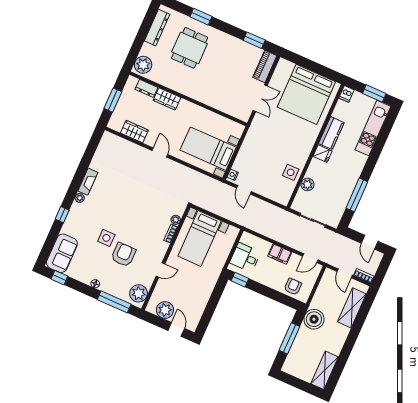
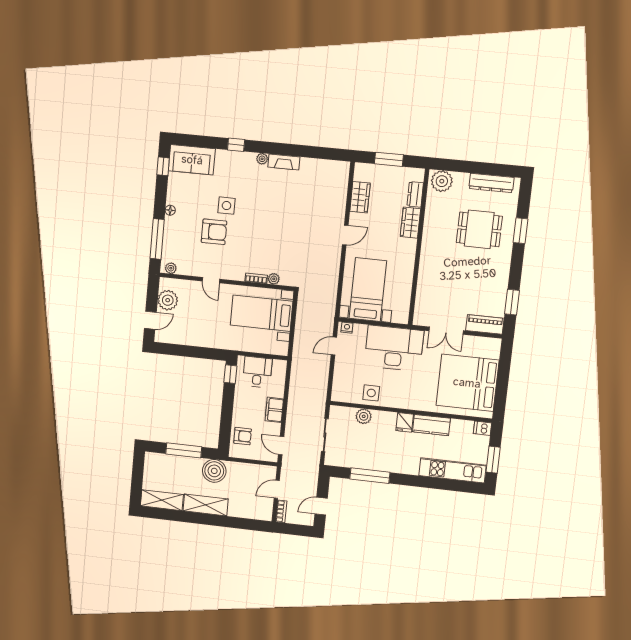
desk: (261, 143) -> (394, 348), added
plant: (139, 293) -> (171, 268), width x0.53, depth x0.53
shelving: (352, 308) -> (206, 505), moved

